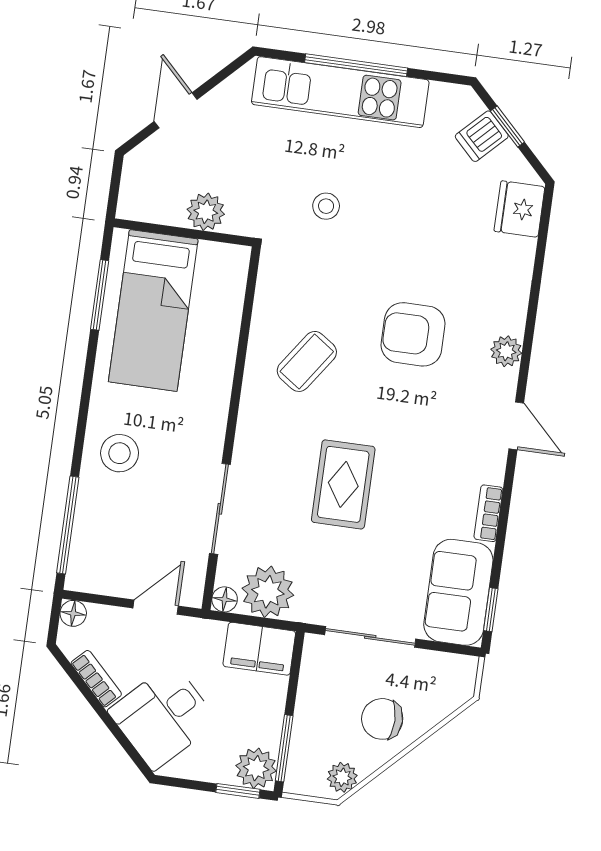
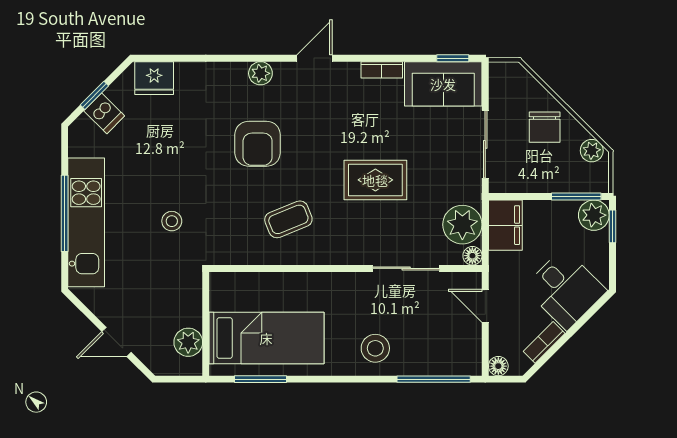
plant: (206, 212) -> (188, 342), moved
coffee table: (307, 361) -> (288, 219), turned -57

